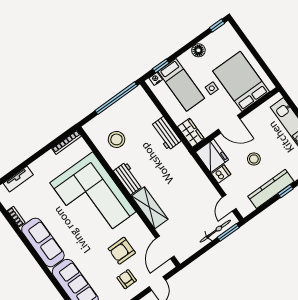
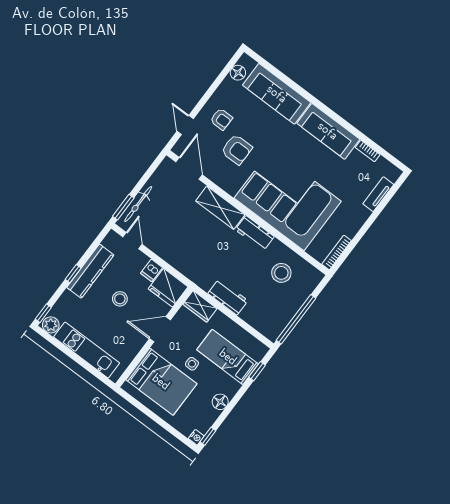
nightstand: (156, 79) -> (196, 437), moved
armchair: (122, 251) -> (237, 150), turned 90

